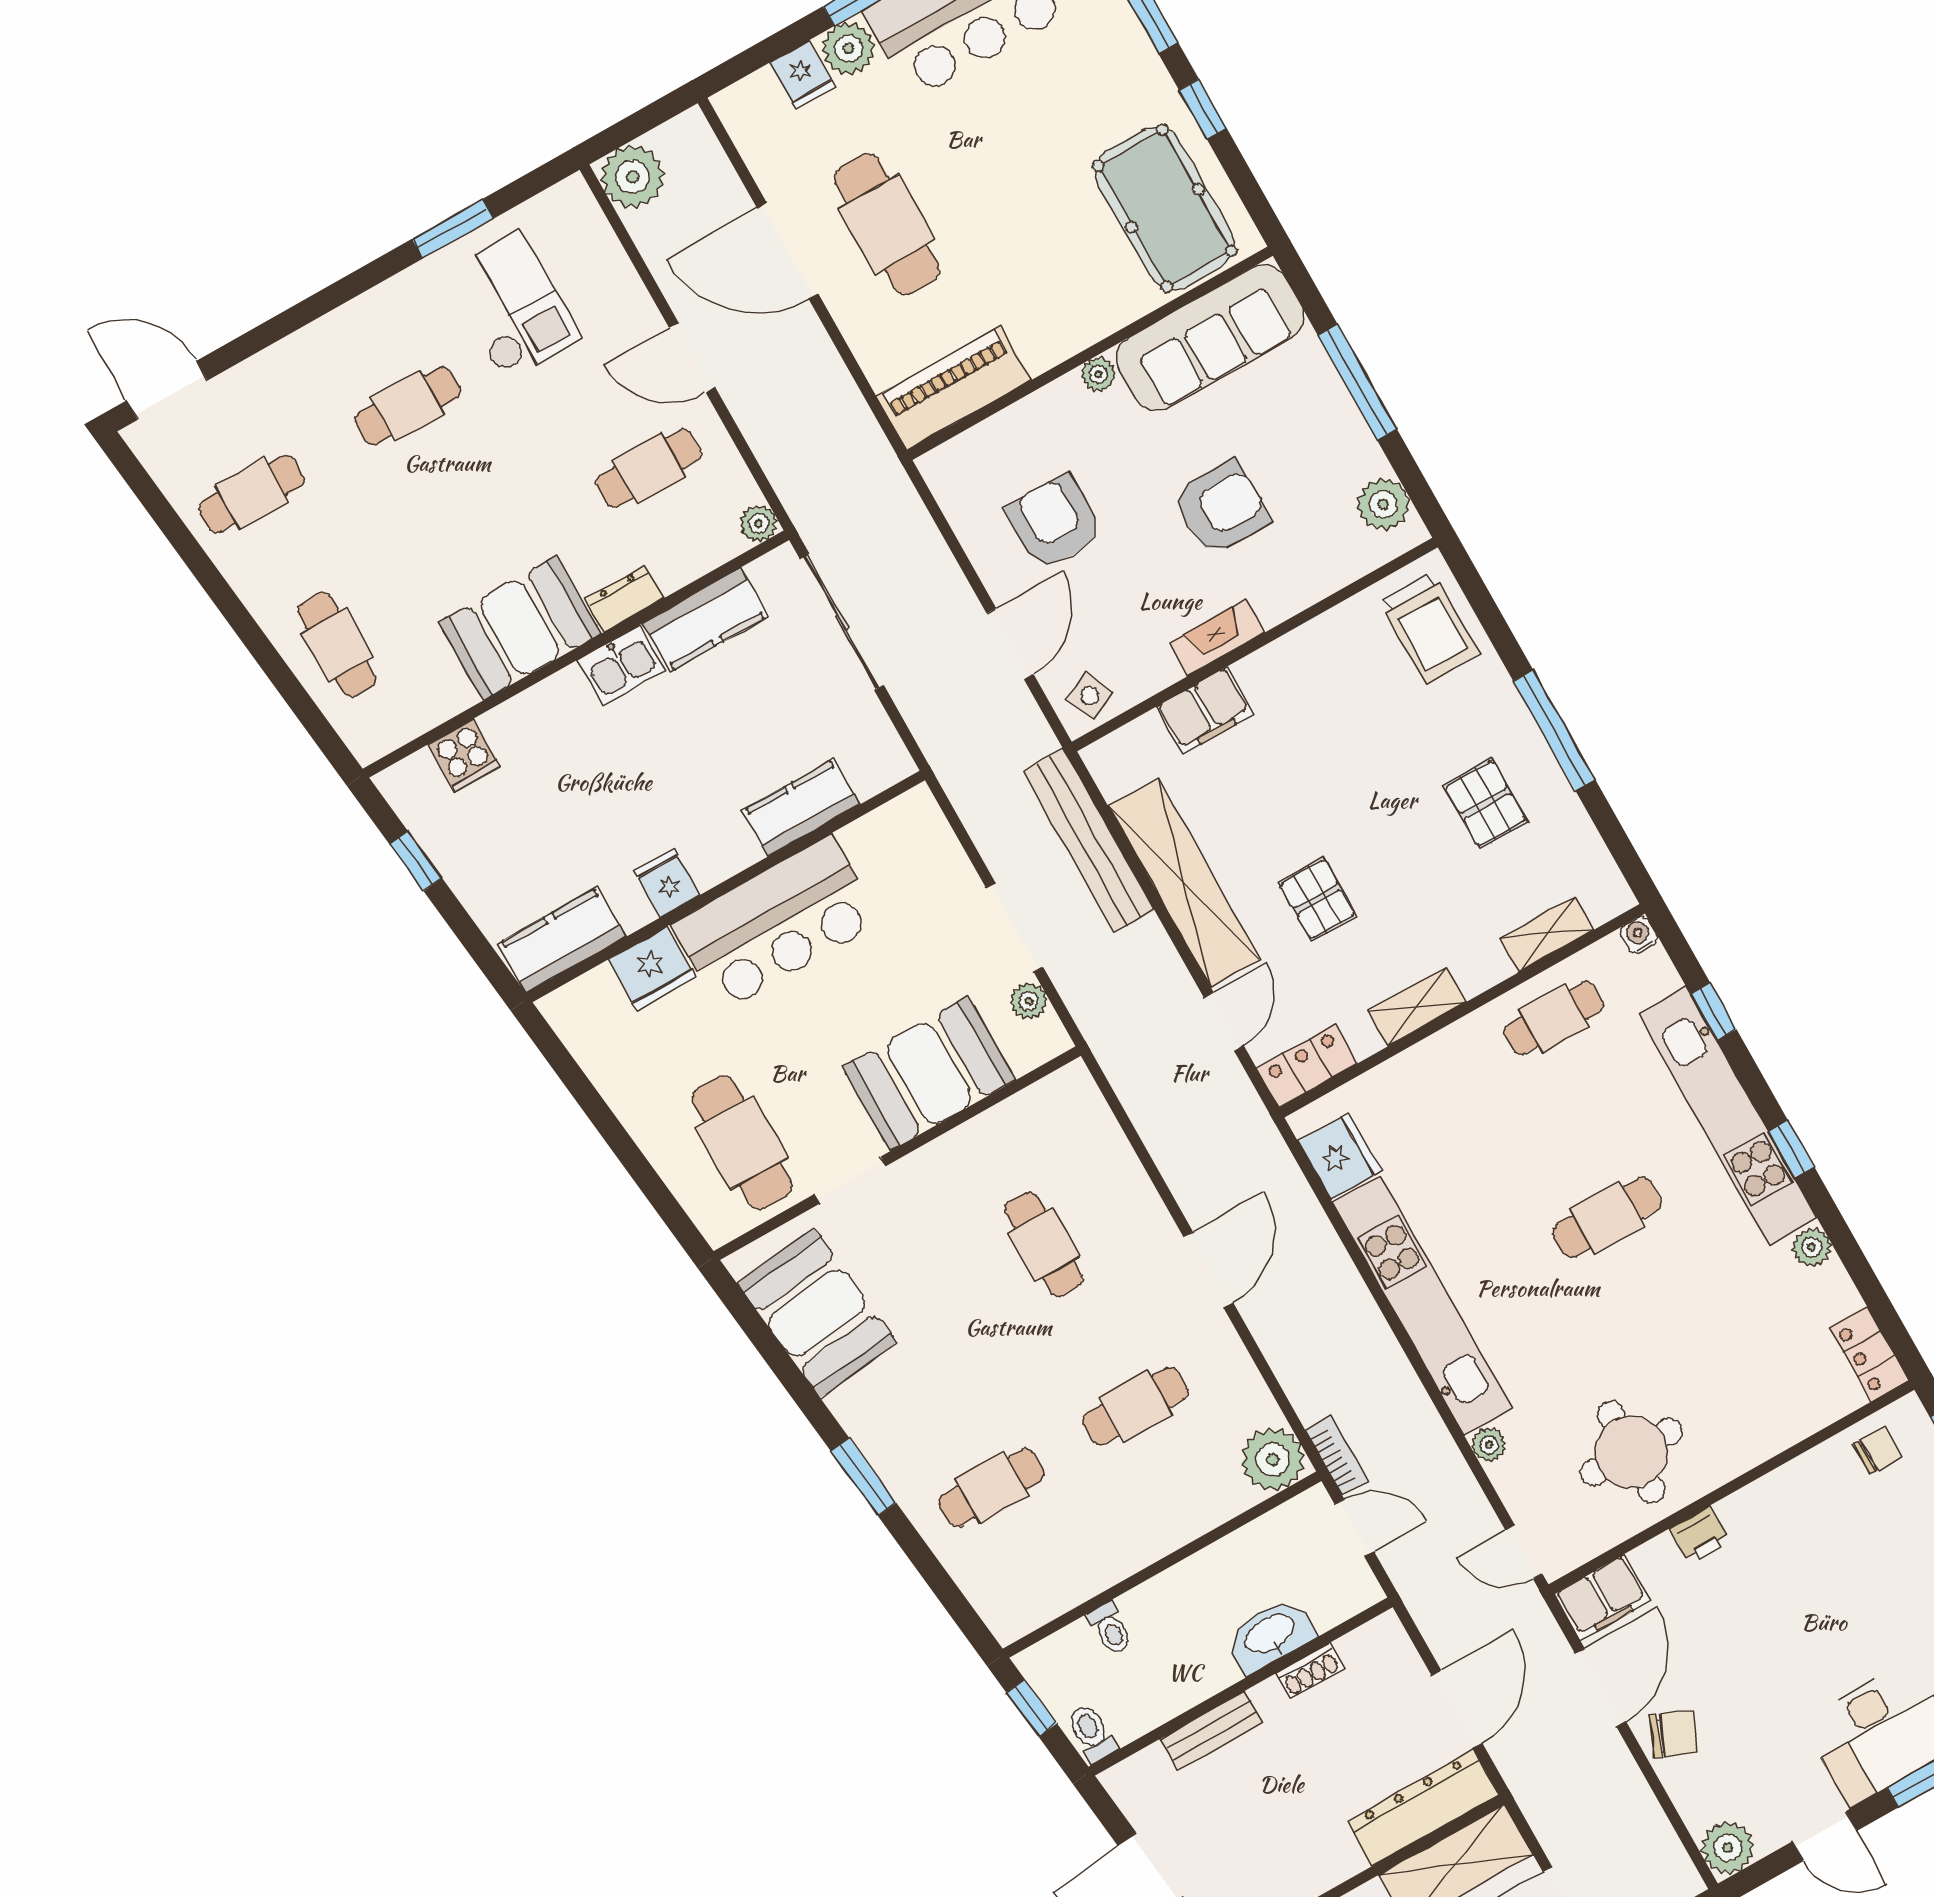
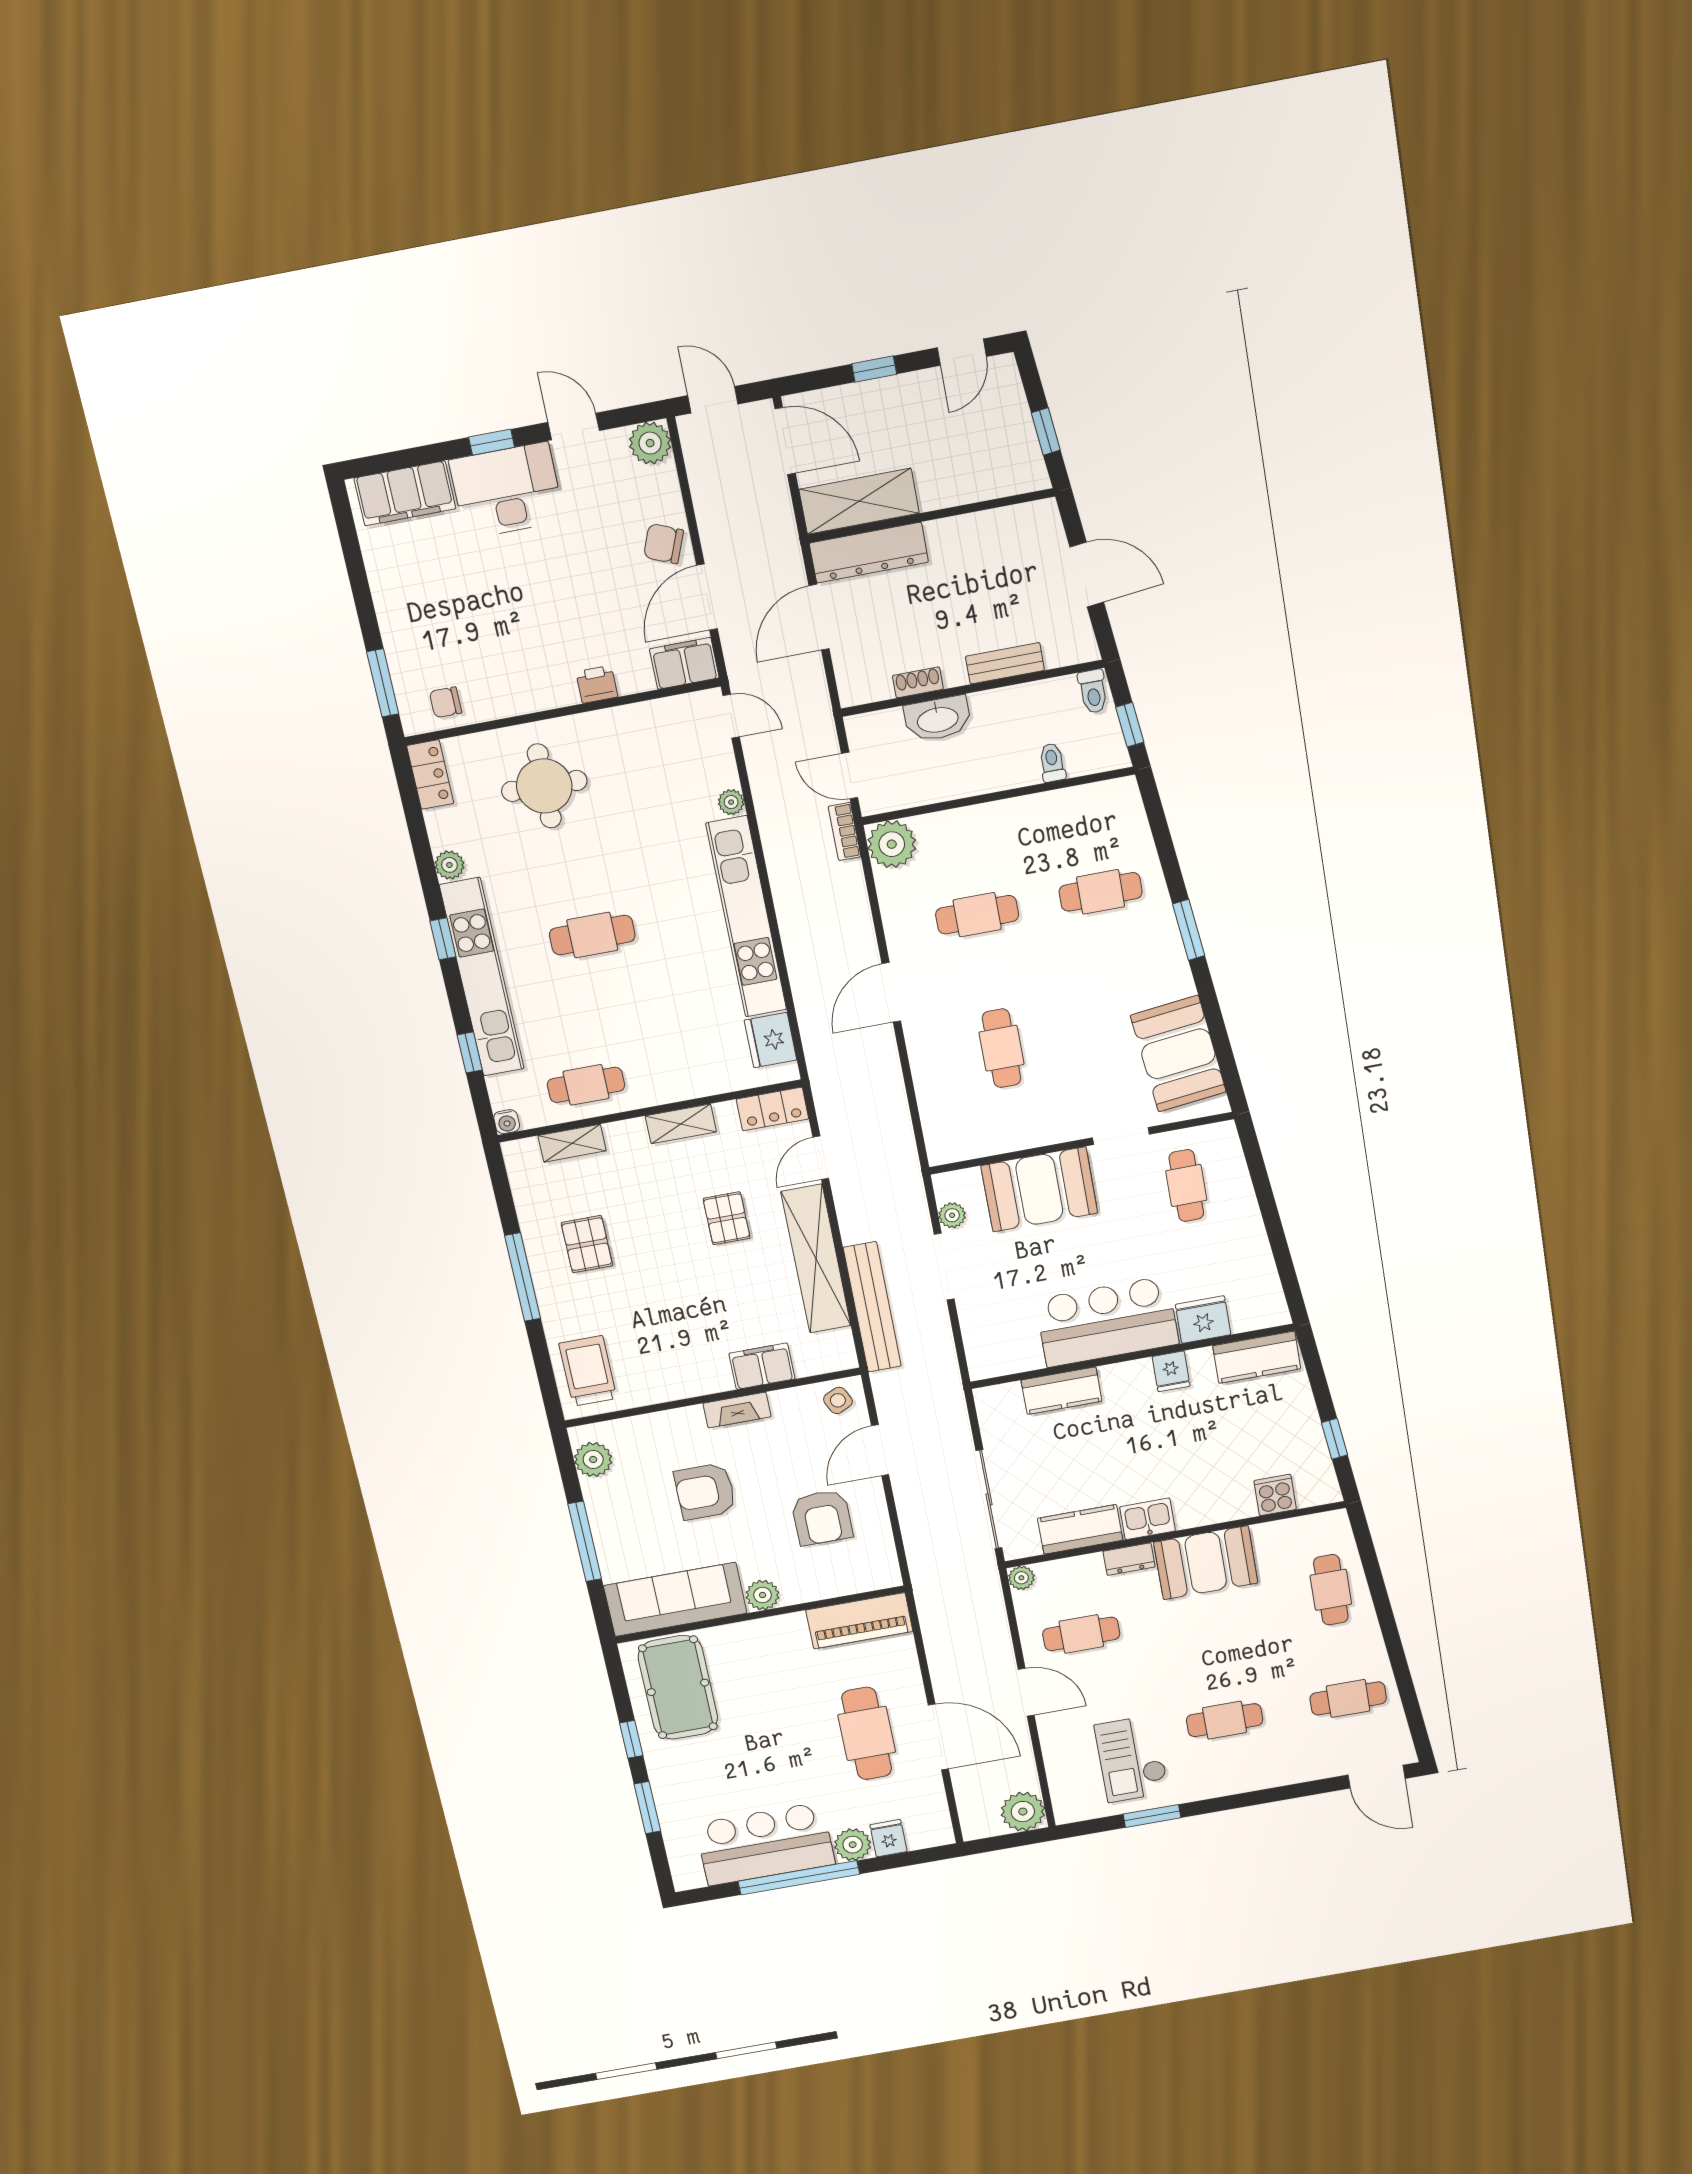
plant: (1098, 374) -> (763, 1595), width x1.38, depth x1.38
cafe table: (742, 1143) -> (1186, 1186), width x0.73, depth x0.74
round table: (1631, 1452) -> (544, 786), moved

